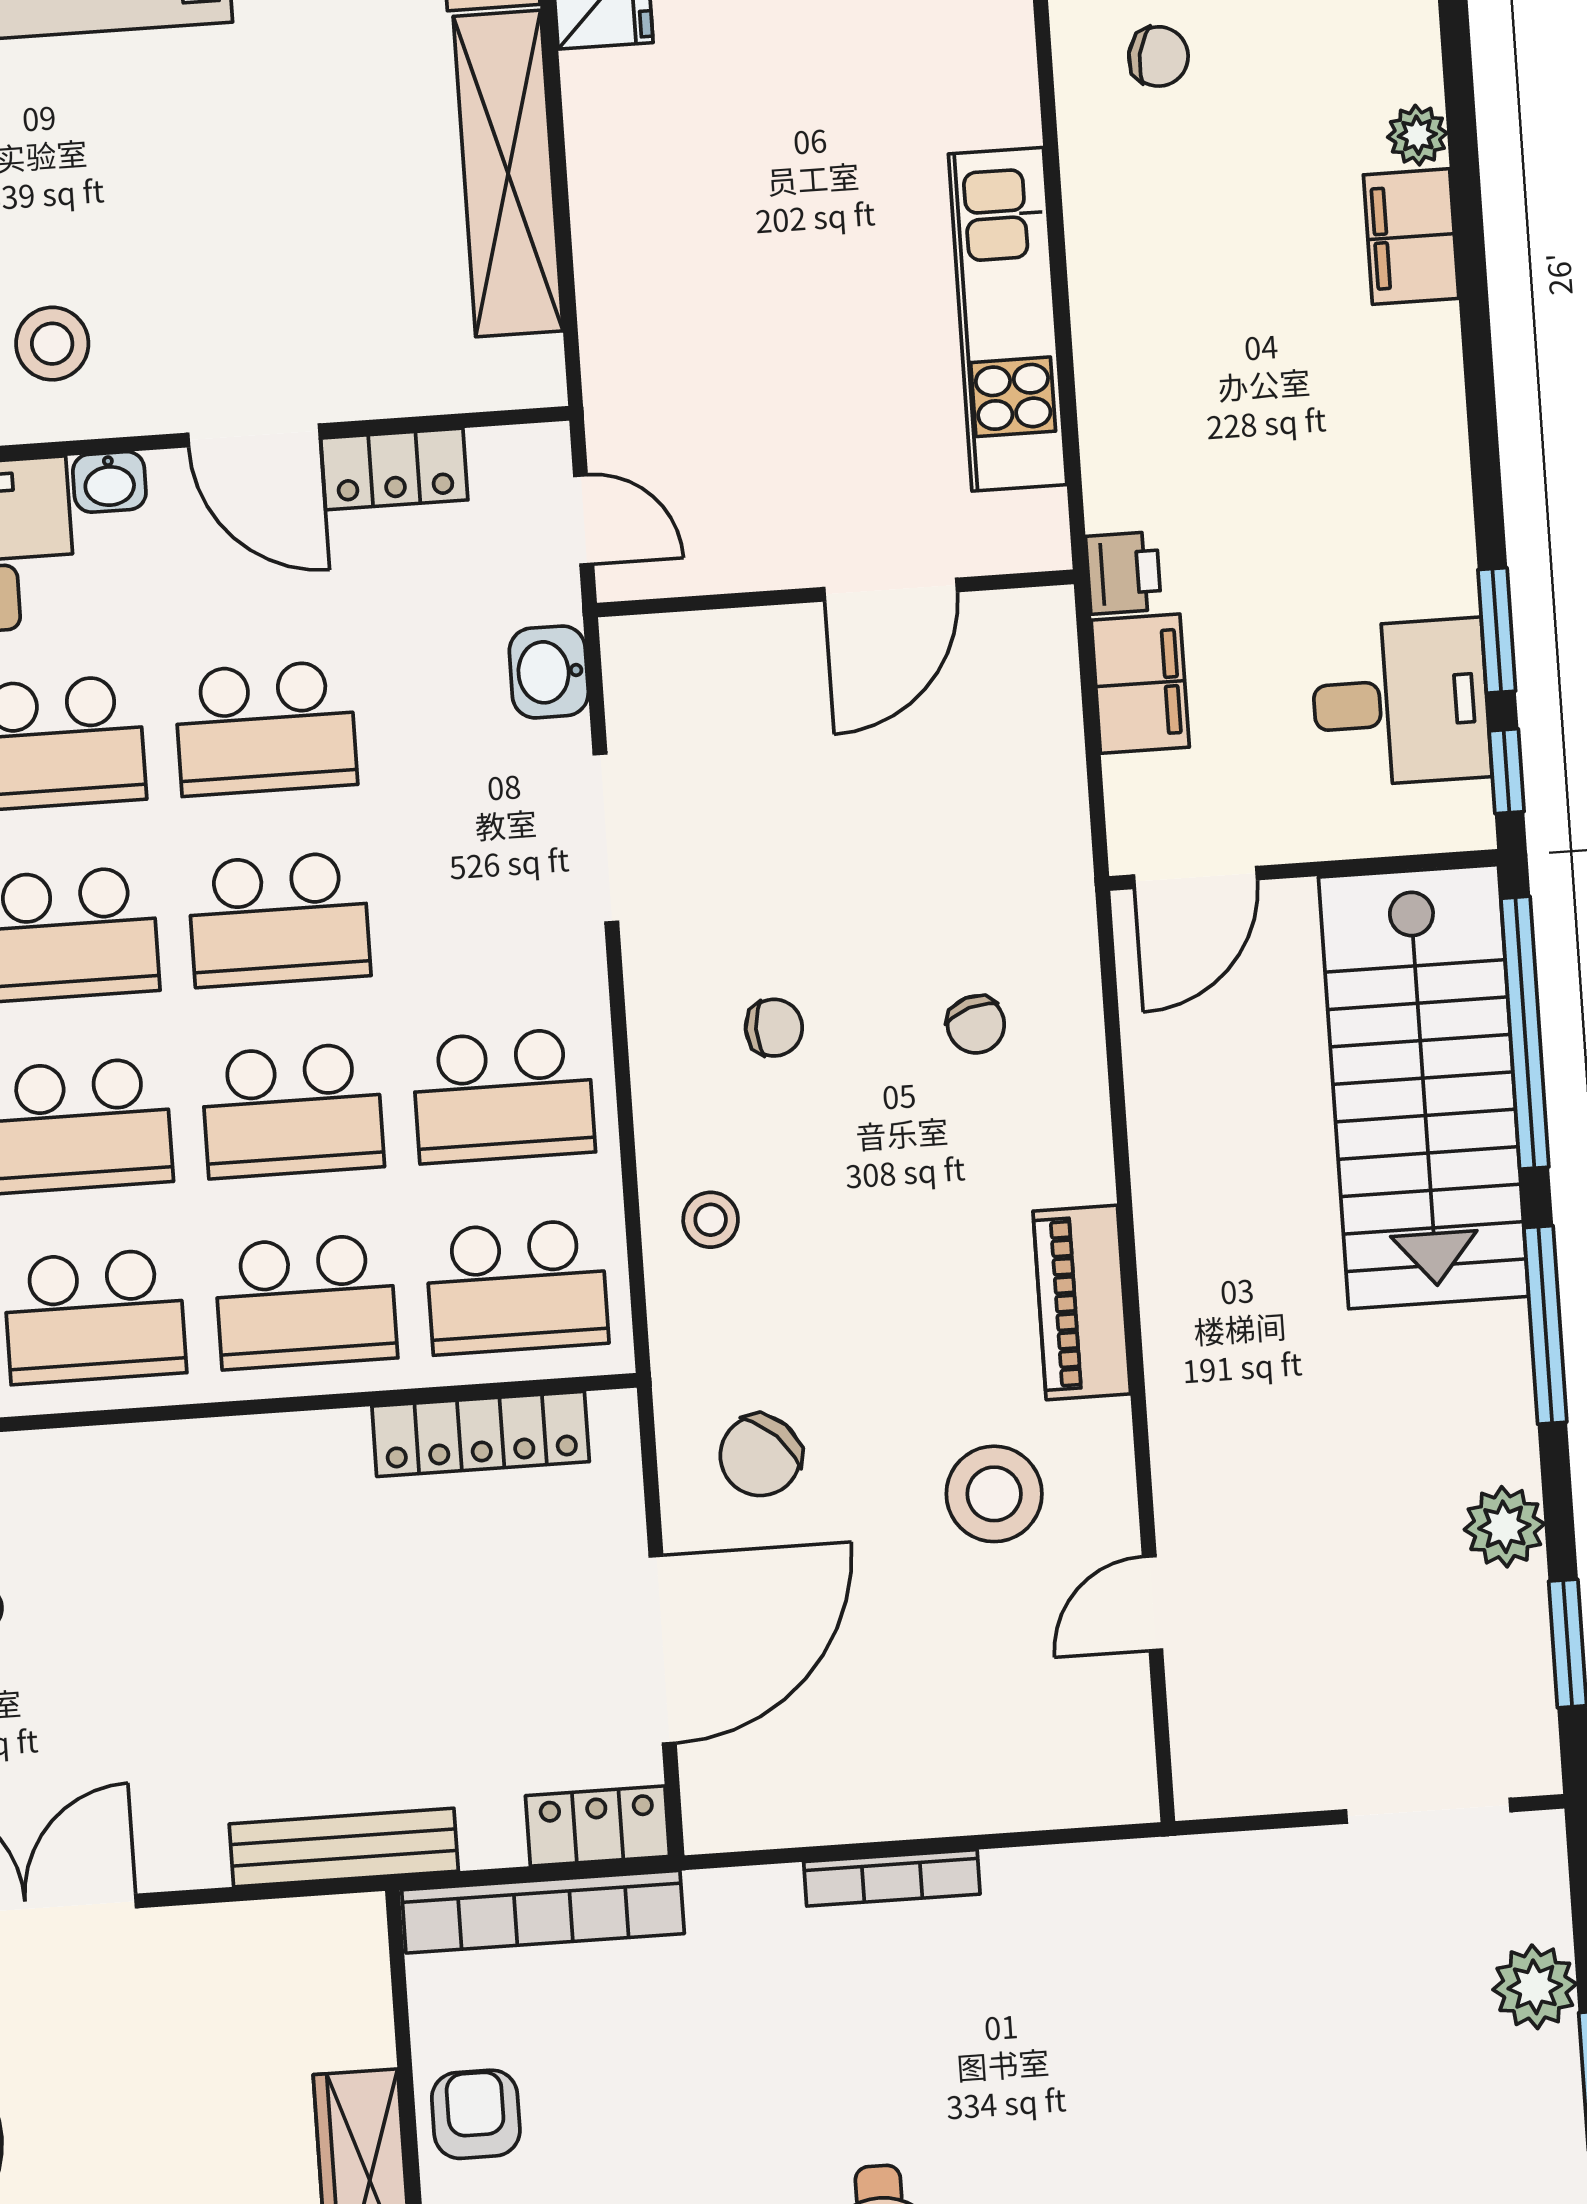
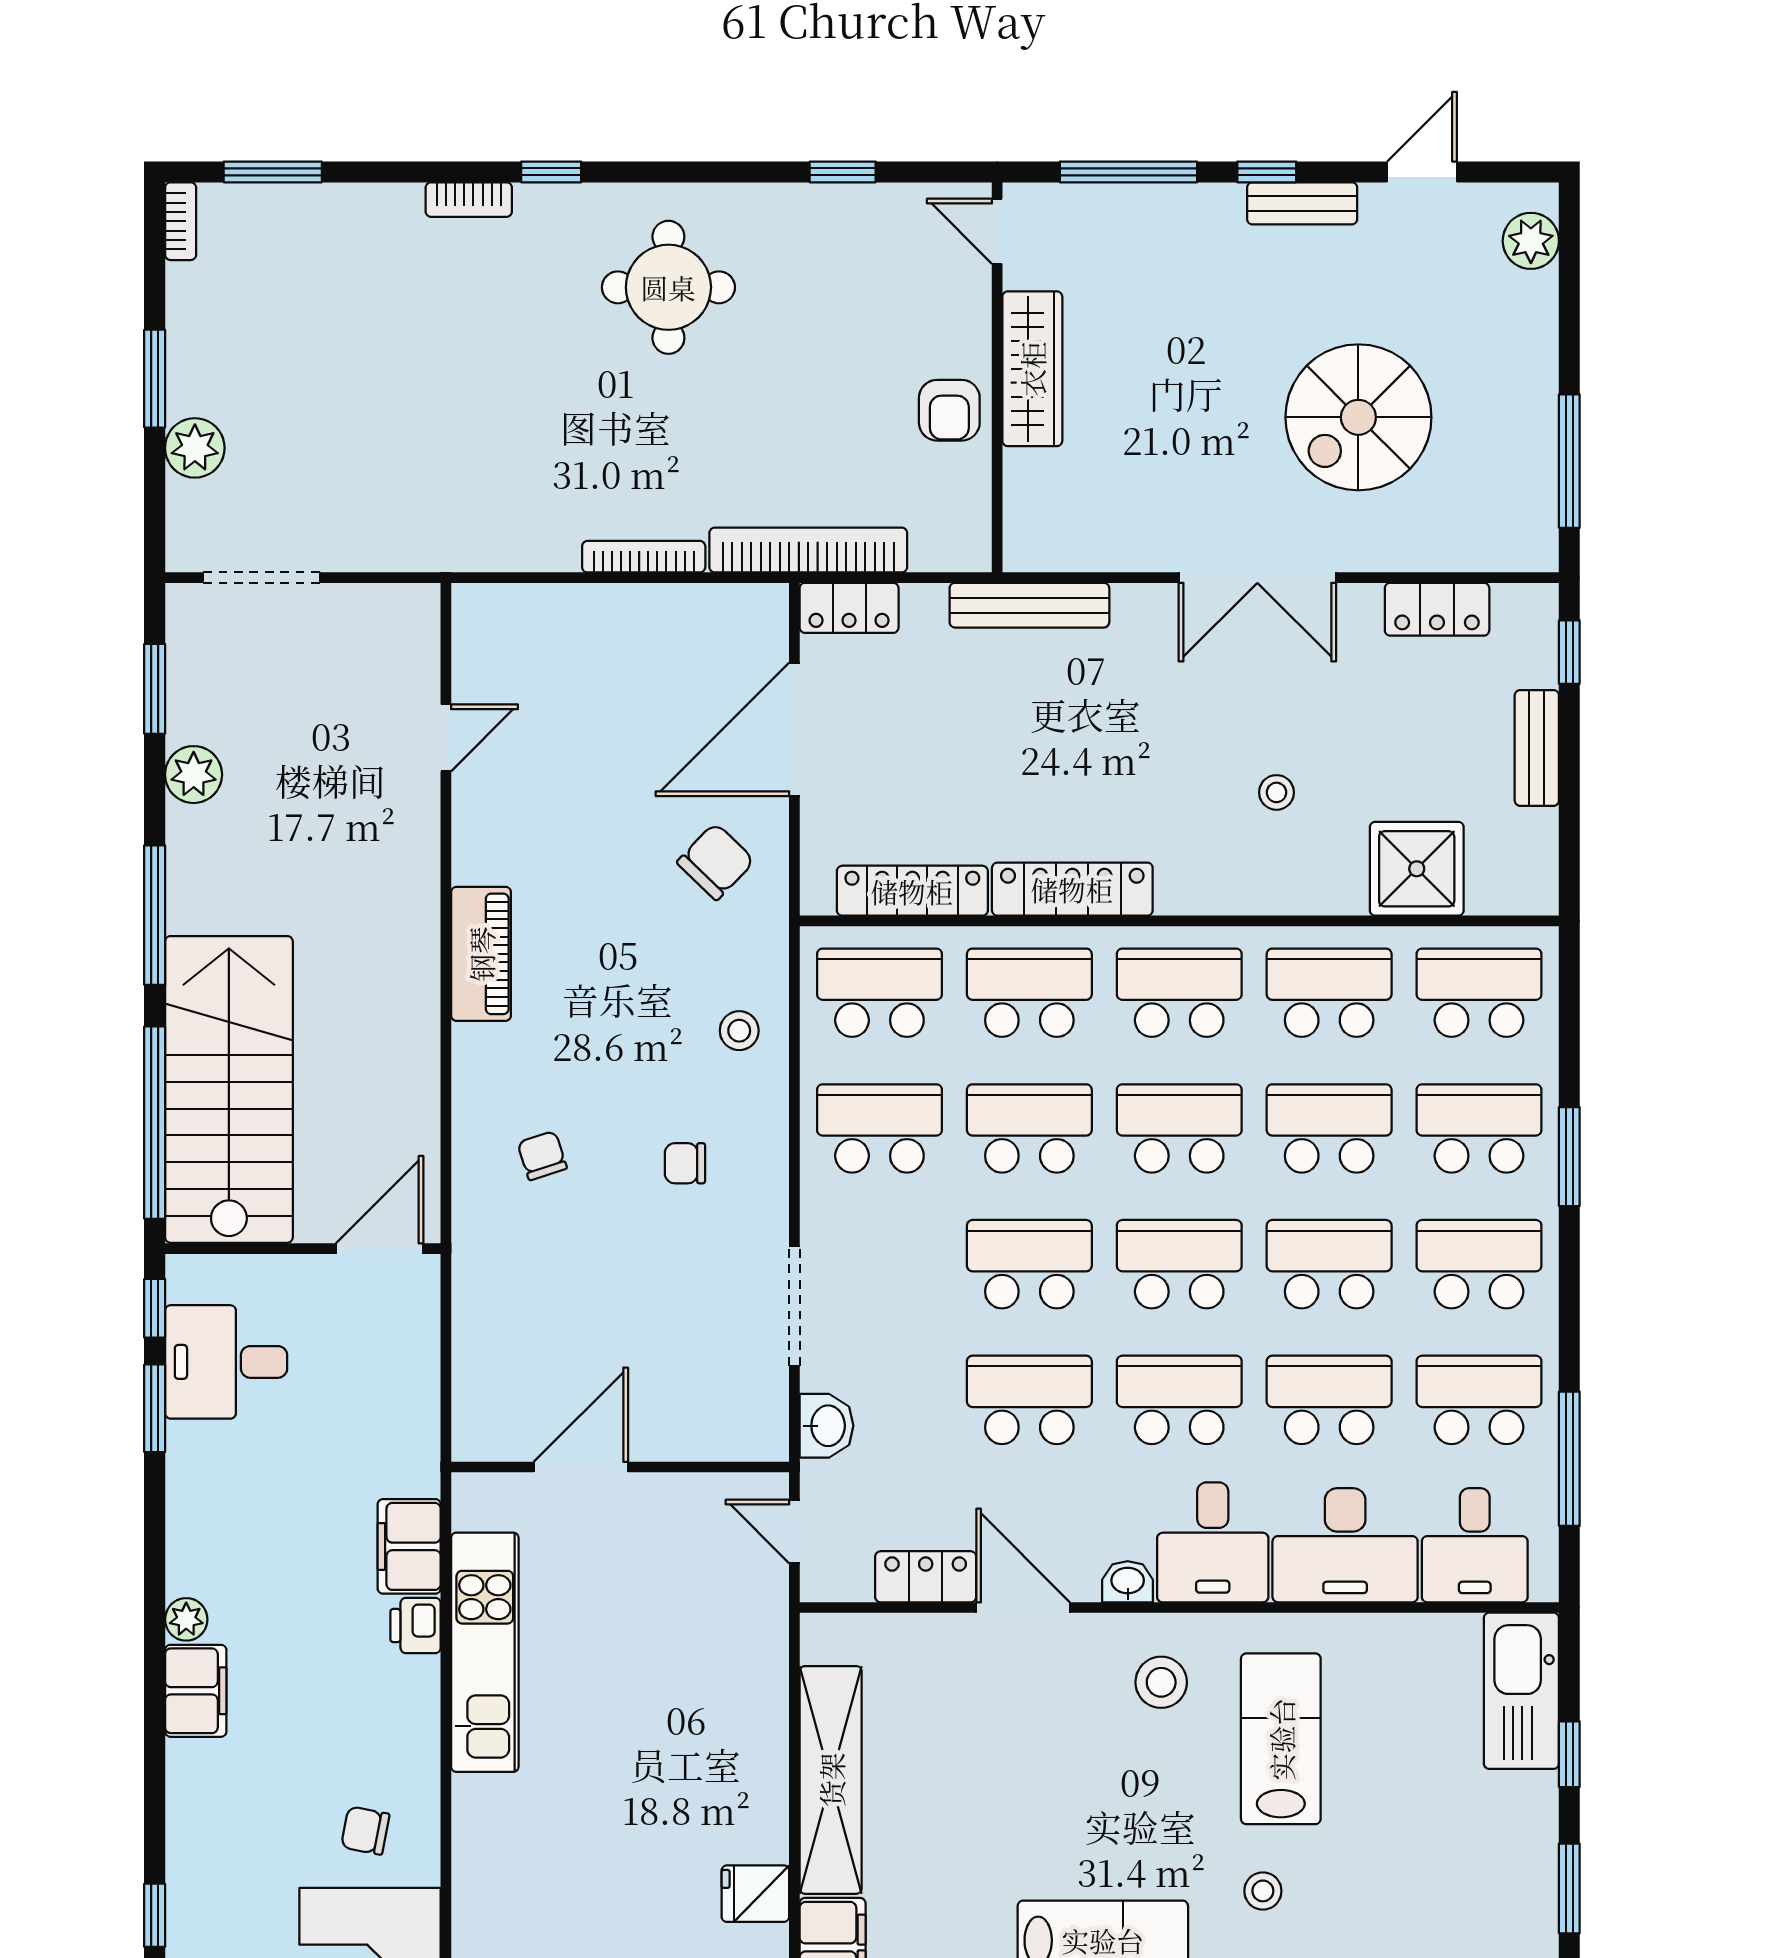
plant: (1417, 135) -> (186, 1619), moved
printer: (1123, 573) -> (416, 1626), moved
filing cabinet: (1140, 684) -> (409, 1546), moved
locker: (255, 1452) -> (1072, 889), added
stool: (994, 1494) -> (552, 823), removed
bookcase: (543, 1912) -> (808, 550), moved

